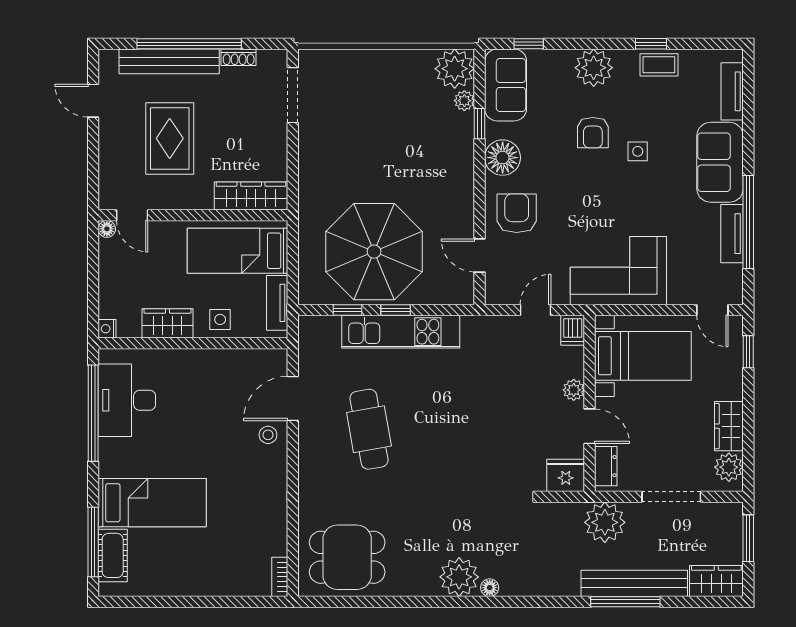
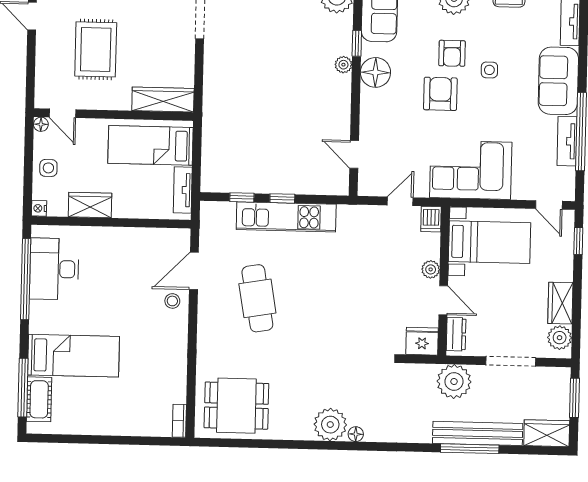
plant: (464, 101) -> (343, 65), moved
armchair: (517, 213) -> (440, 94), moved
parasol: (374, 252) -> (265, 149), removed
side table: (220, 319) -> (48, 168), moved

